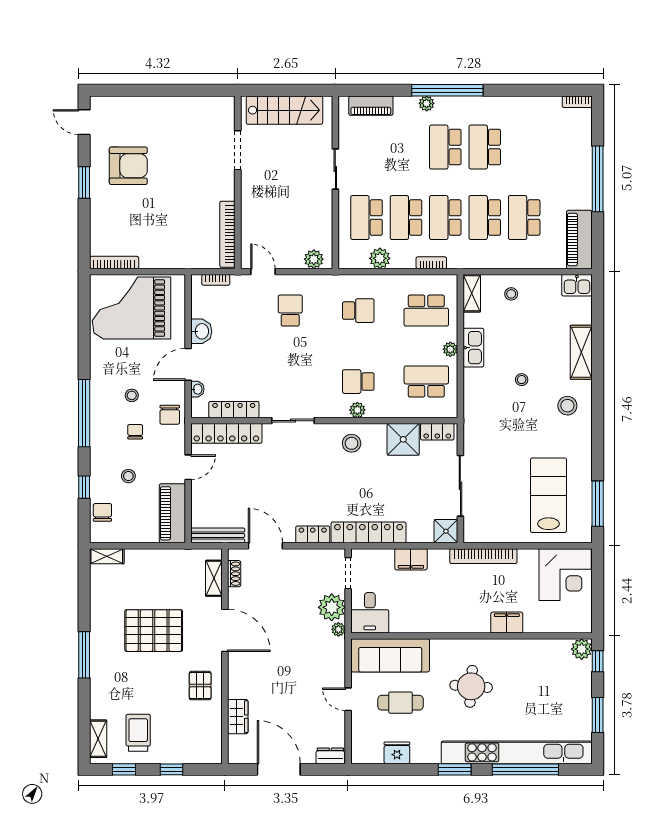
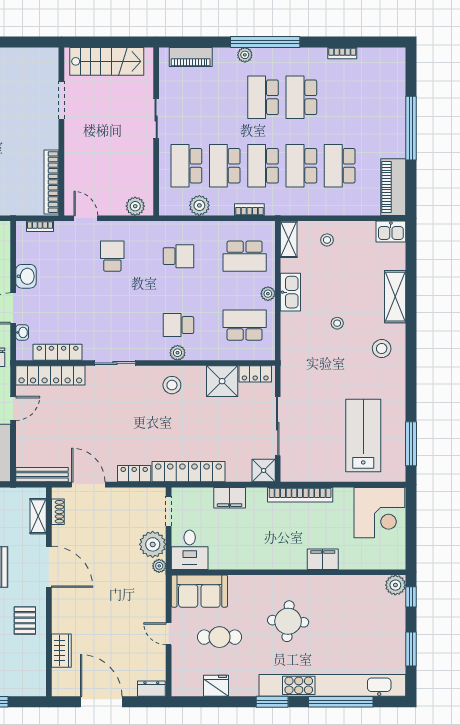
bookcase: (577, 102) -> (342, 53), moved
sofa: (390, 655) -> (199, 591), width x0.73

